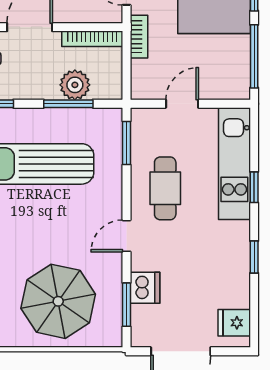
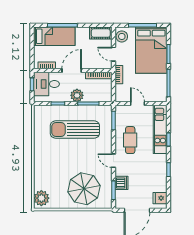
plant: (75, 85) -> (77, 95), moved
door: (182, 104) -> (138, 104), hinge flipped
door: (126, 236) -> (114, 161), hinge flipped

